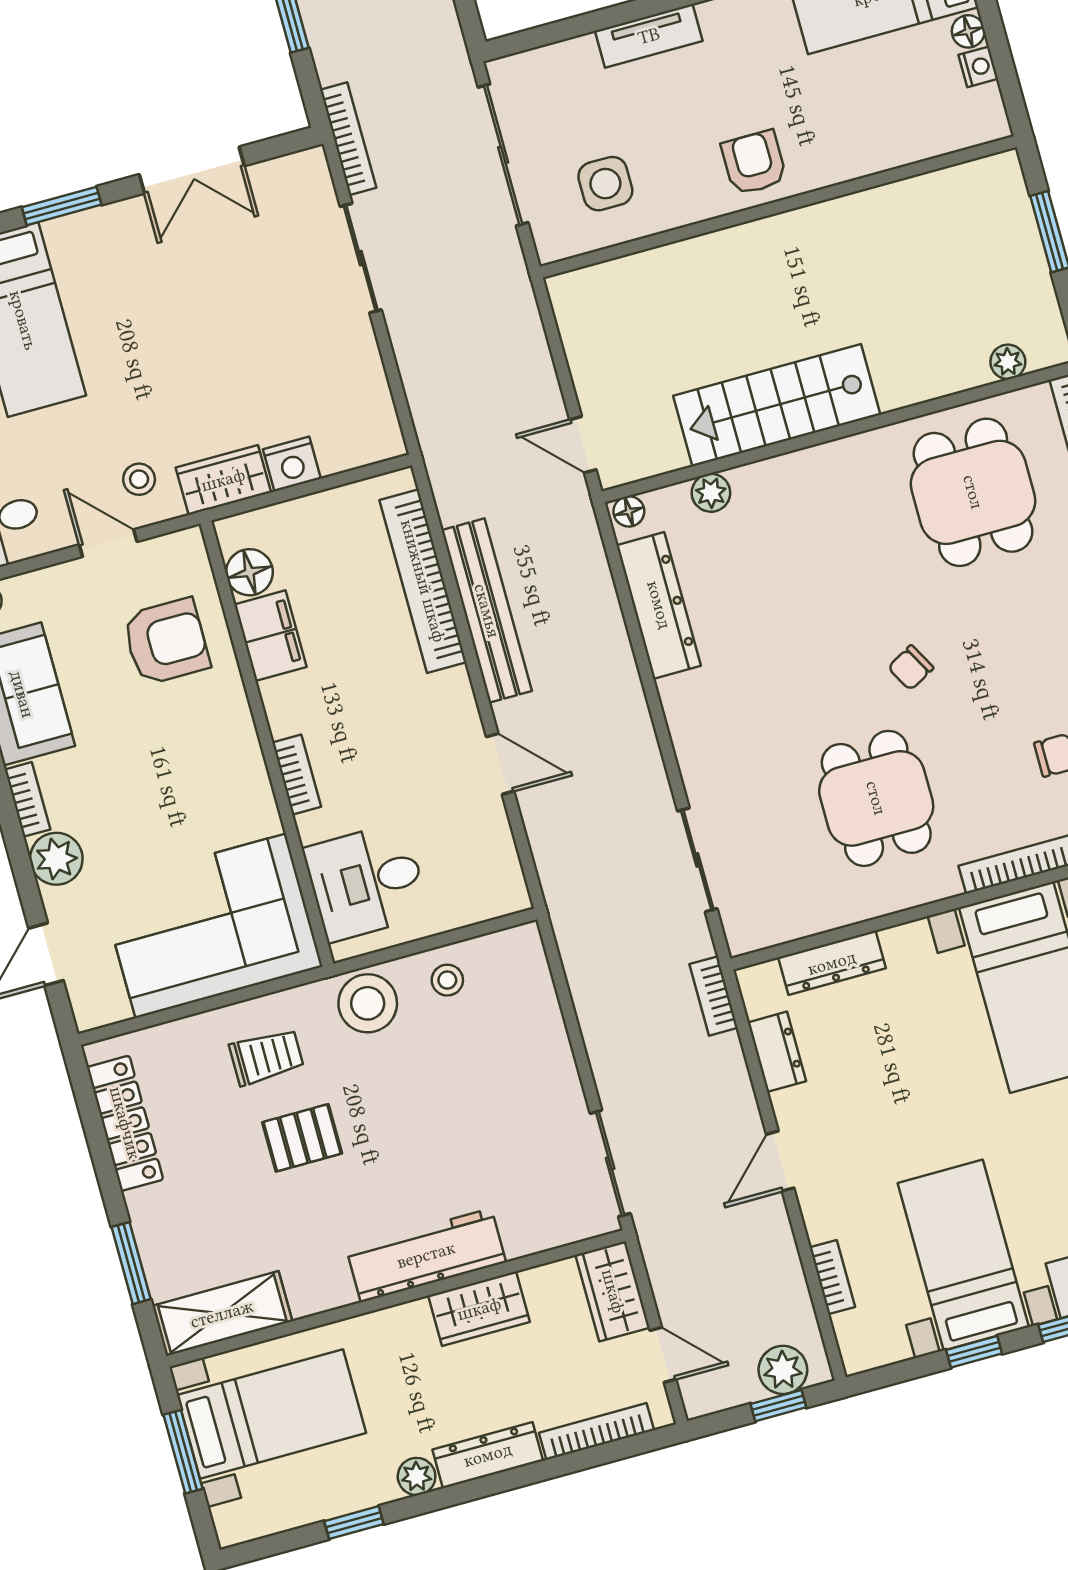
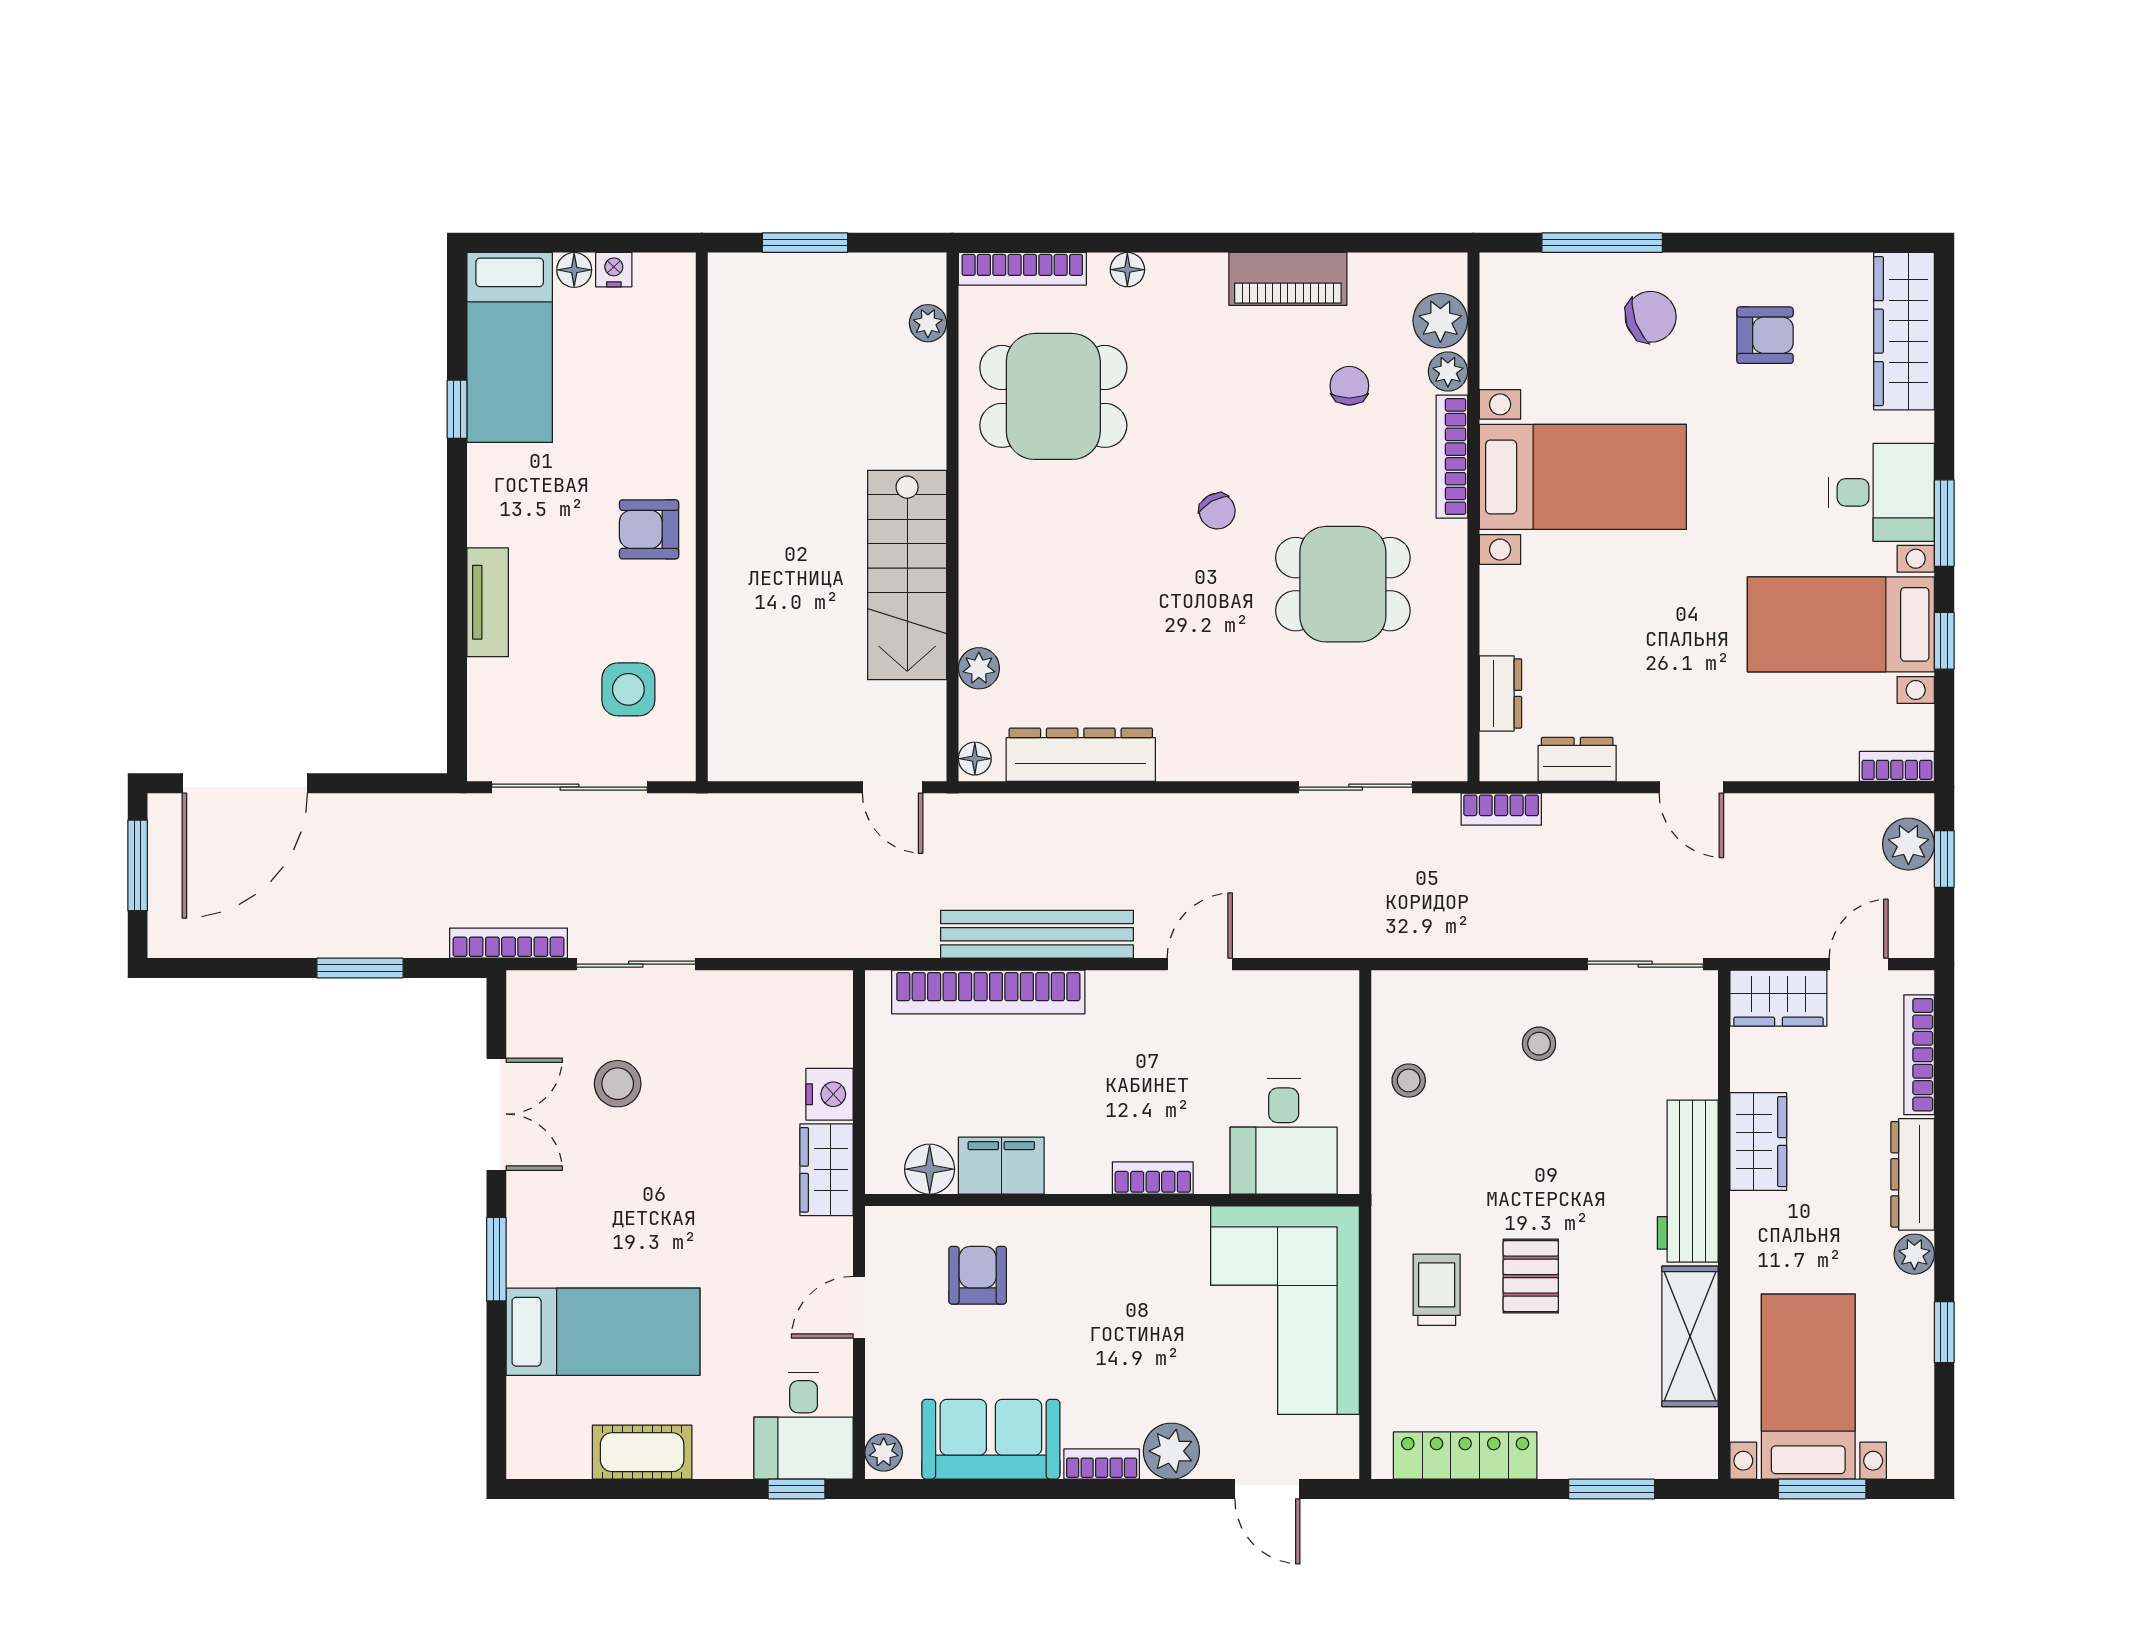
door: (583, 445) -> (893, 787), hinge flipped
stool: (139, 479) -> (618, 1084), moved, width x1.37, depth x1.37
armchair: (166, 642) -> (978, 1275), width x0.72, depth x0.72
dresser: (832, 963) -> (1501, 693), width x0.70
stool: (368, 1003) -> (1539, 1044), moved, width x0.53, depth x0.53
bookcase: (832, 1277) -> (1897, 766), moved
shelving: (222, 1314) -> (1690, 1336), moved

